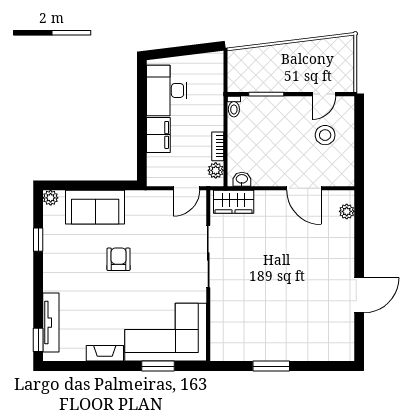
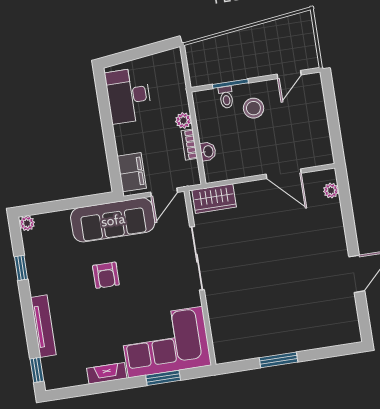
toilet: (234, 107) -> (226, 97), moved
filing cabinet: (158, 135) -> (132, 172), moved
stool: (325, 135) -> (253, 108), moved
plant: (216, 170) -> (183, 121), moved
washbasin: (242, 179) -> (208, 151), moved, turned 90
sofa: (95, 207) -> (113, 220), moved, width x1.36
armchair: (119, 259) -> (106, 275), turned 180
tv unit: (51, 323) -> (43, 326), moved

